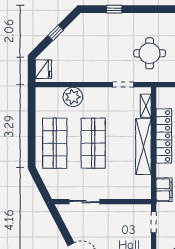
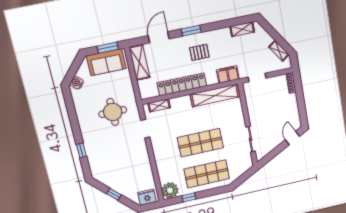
plant: (73, 97) -> (170, 190), moved
window: (32, 117) -> (189, 197), added
shelving: (143, 147) -> (215, 96), moved

